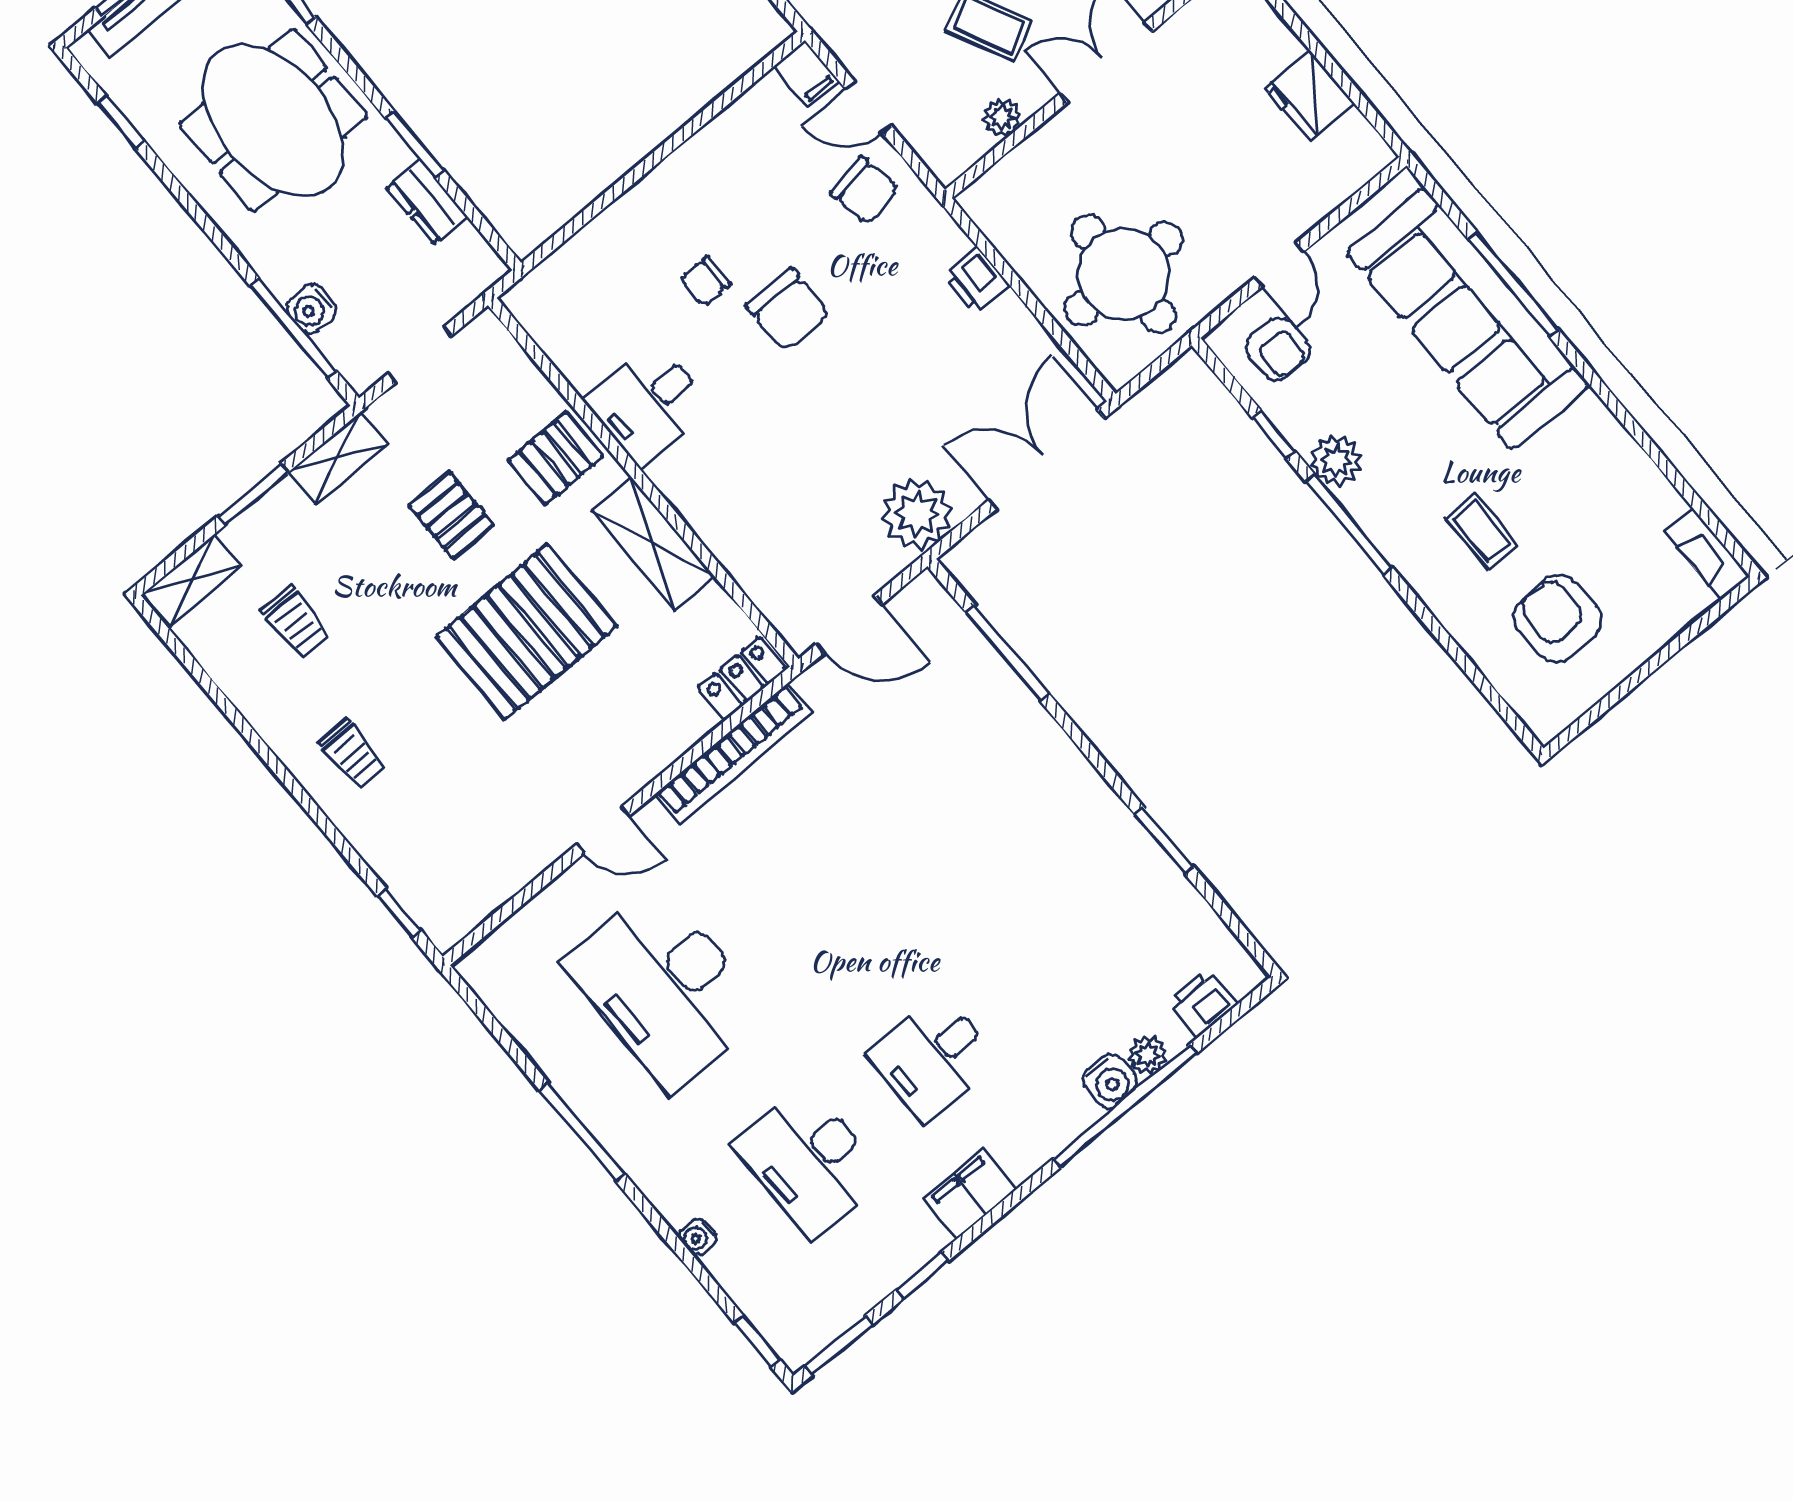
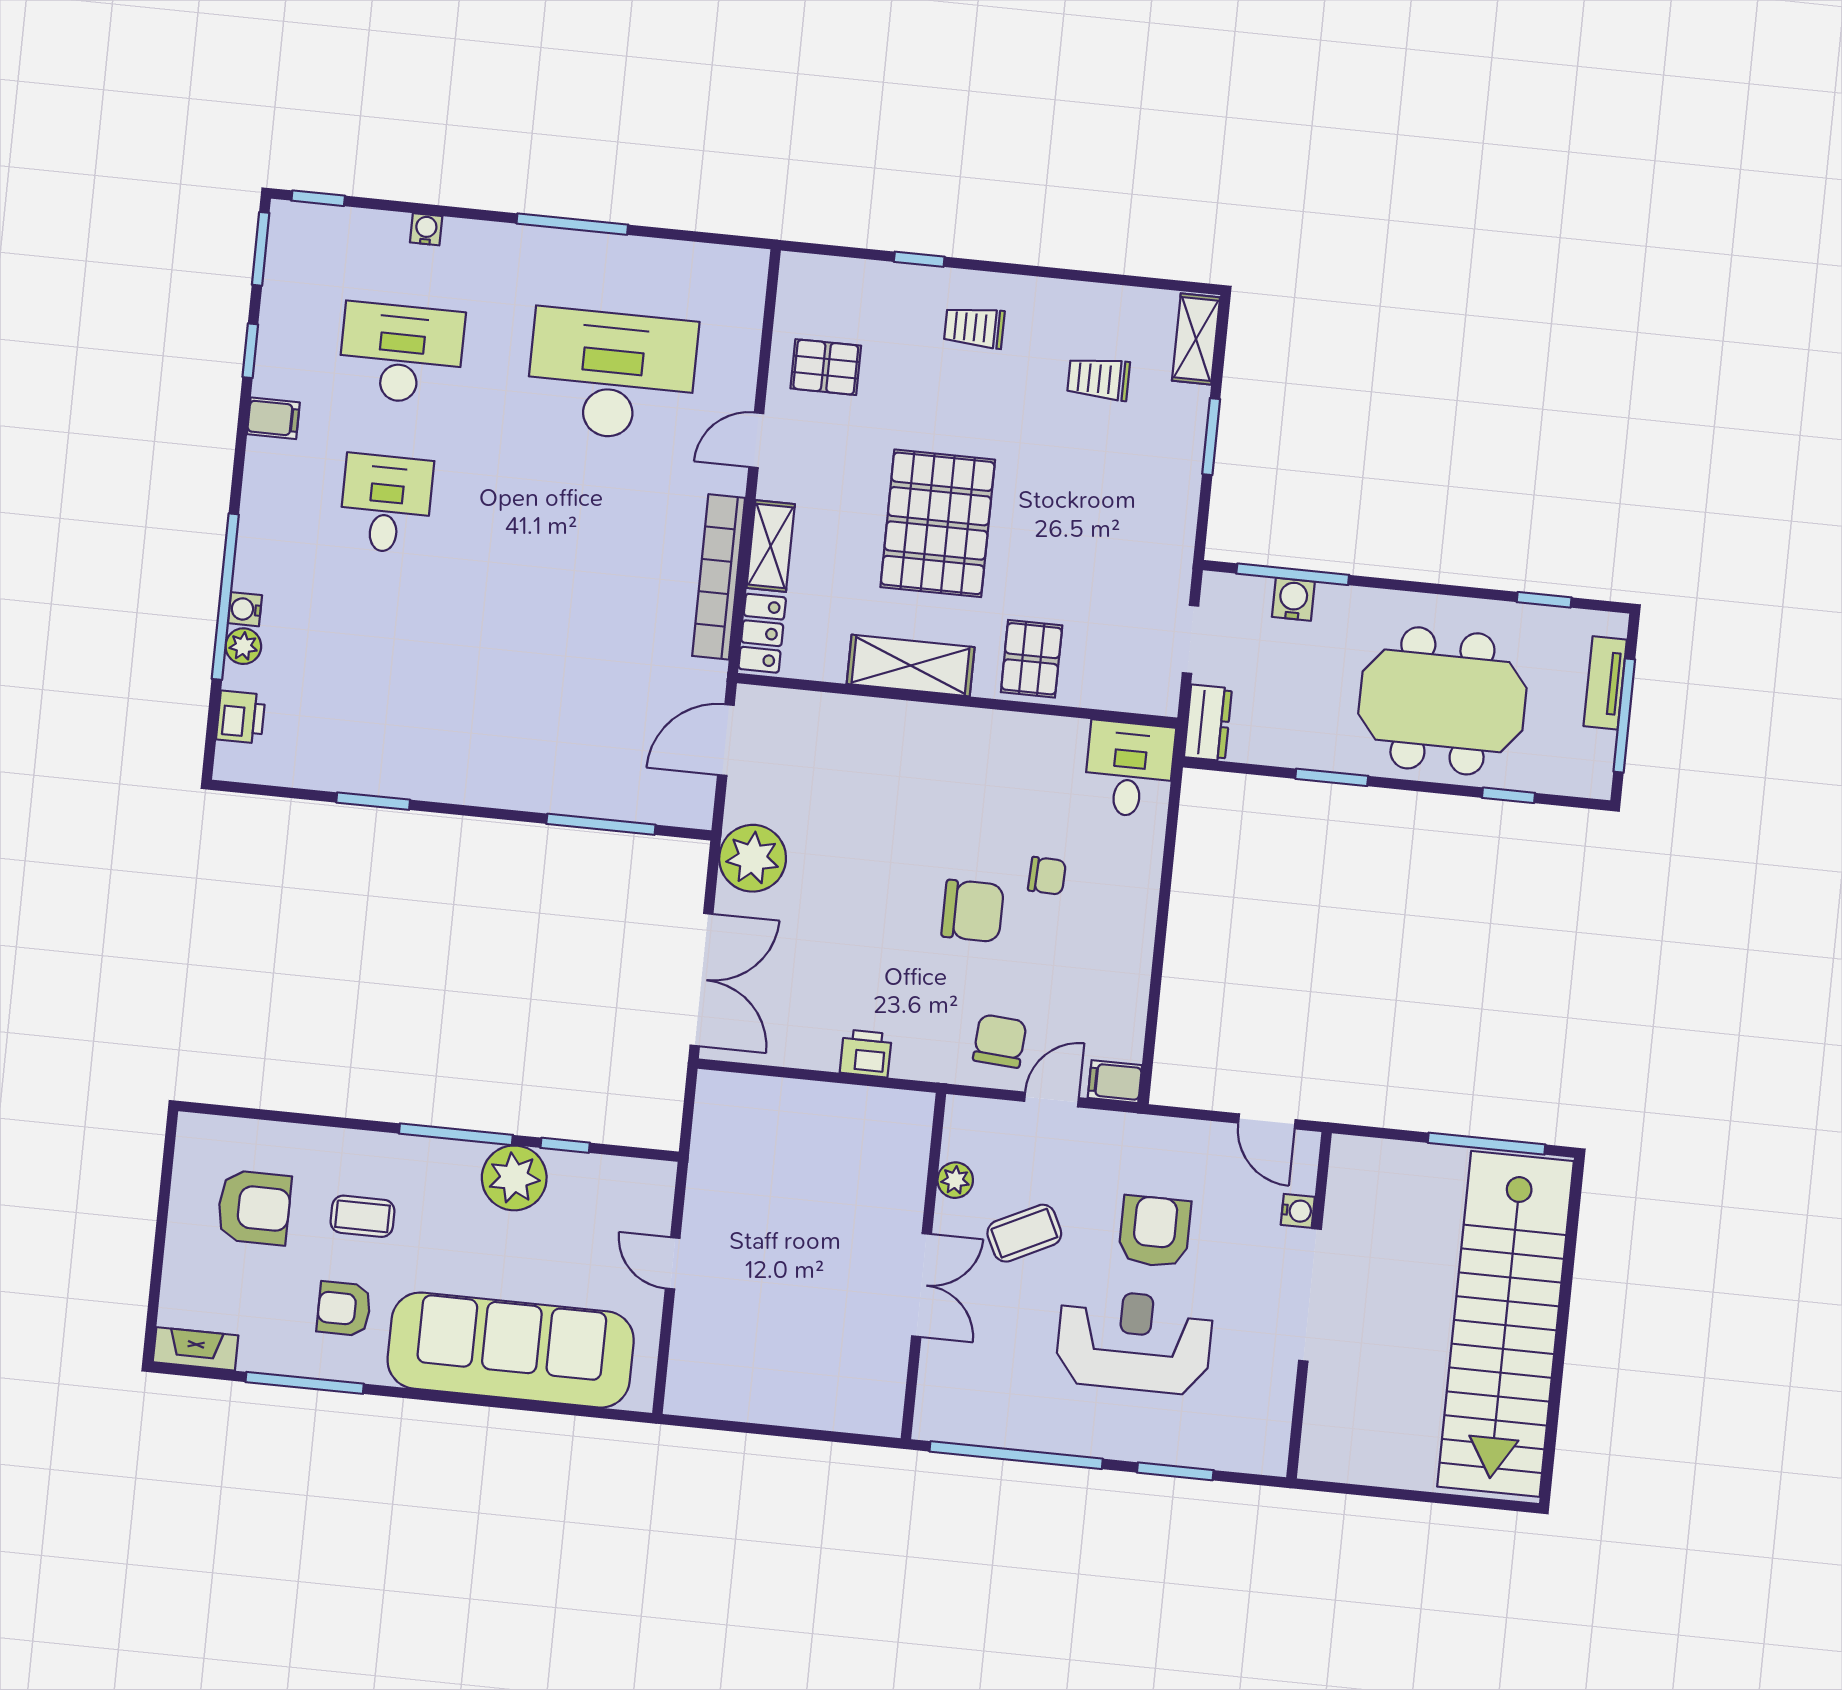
fridge: (1310, 96) -> (763, 1396), removed
chair: (864, 190) -> (1000, 1041), turned 104
dresser: (427, 202) -> (1208, 723), moved, turned 90
round table: (1123, 274) -> (771, 1155), removed
chair: (705, 281) -> (1047, 876), turned 92
window: (1513, 284) -> (305, 1383), moved
chair: (788, 310) -> (973, 911), turned 180
armchair: (1278, 349) -> (344, 1309), moved
desk: (649, 403) -> (1129, 769), moved
shelving: (337, 458) -> (771, 546), moved
plant: (1336, 461) -> (514, 1178), width x1.36, depth x1.36
pallet: (451, 515) -> (826, 367), moved
window: (399, 913) -> (919, 259), moved
water cooler: (1110, 1081) -> (245, 609), width x0.72, depth x0.72
filing cabinet: (970, 1194) -> (273, 418), width x0.50

